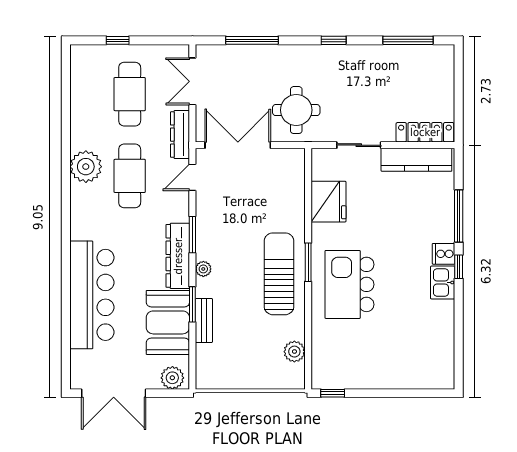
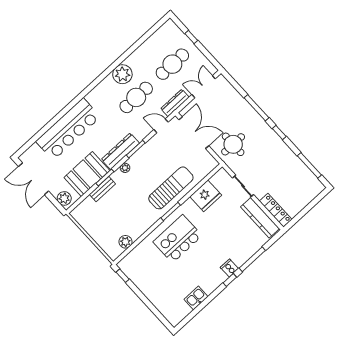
window: (252, 40) -> (256, 108), moved
sun lounger: (279, 274) -> (171, 188), moved
kitchen sink: (443, 283) -> (196, 298), moved

